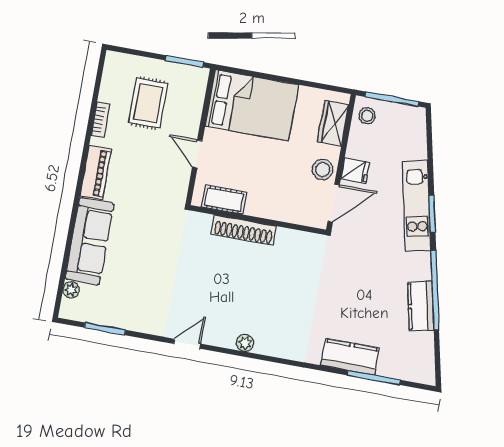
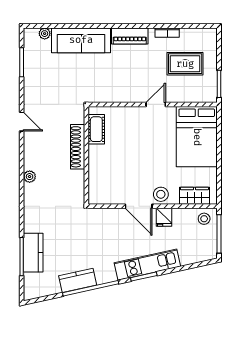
cot: (224, 200) -> (96, 129), moved
wall: (258, 220) -> (86, 155), moved
shoe rack: (244, 230) -> (78, 147), moved
plant: (245, 343) -> (30, 177), moved
kitchen counter: (350, 357) -> (33, 253), moved

